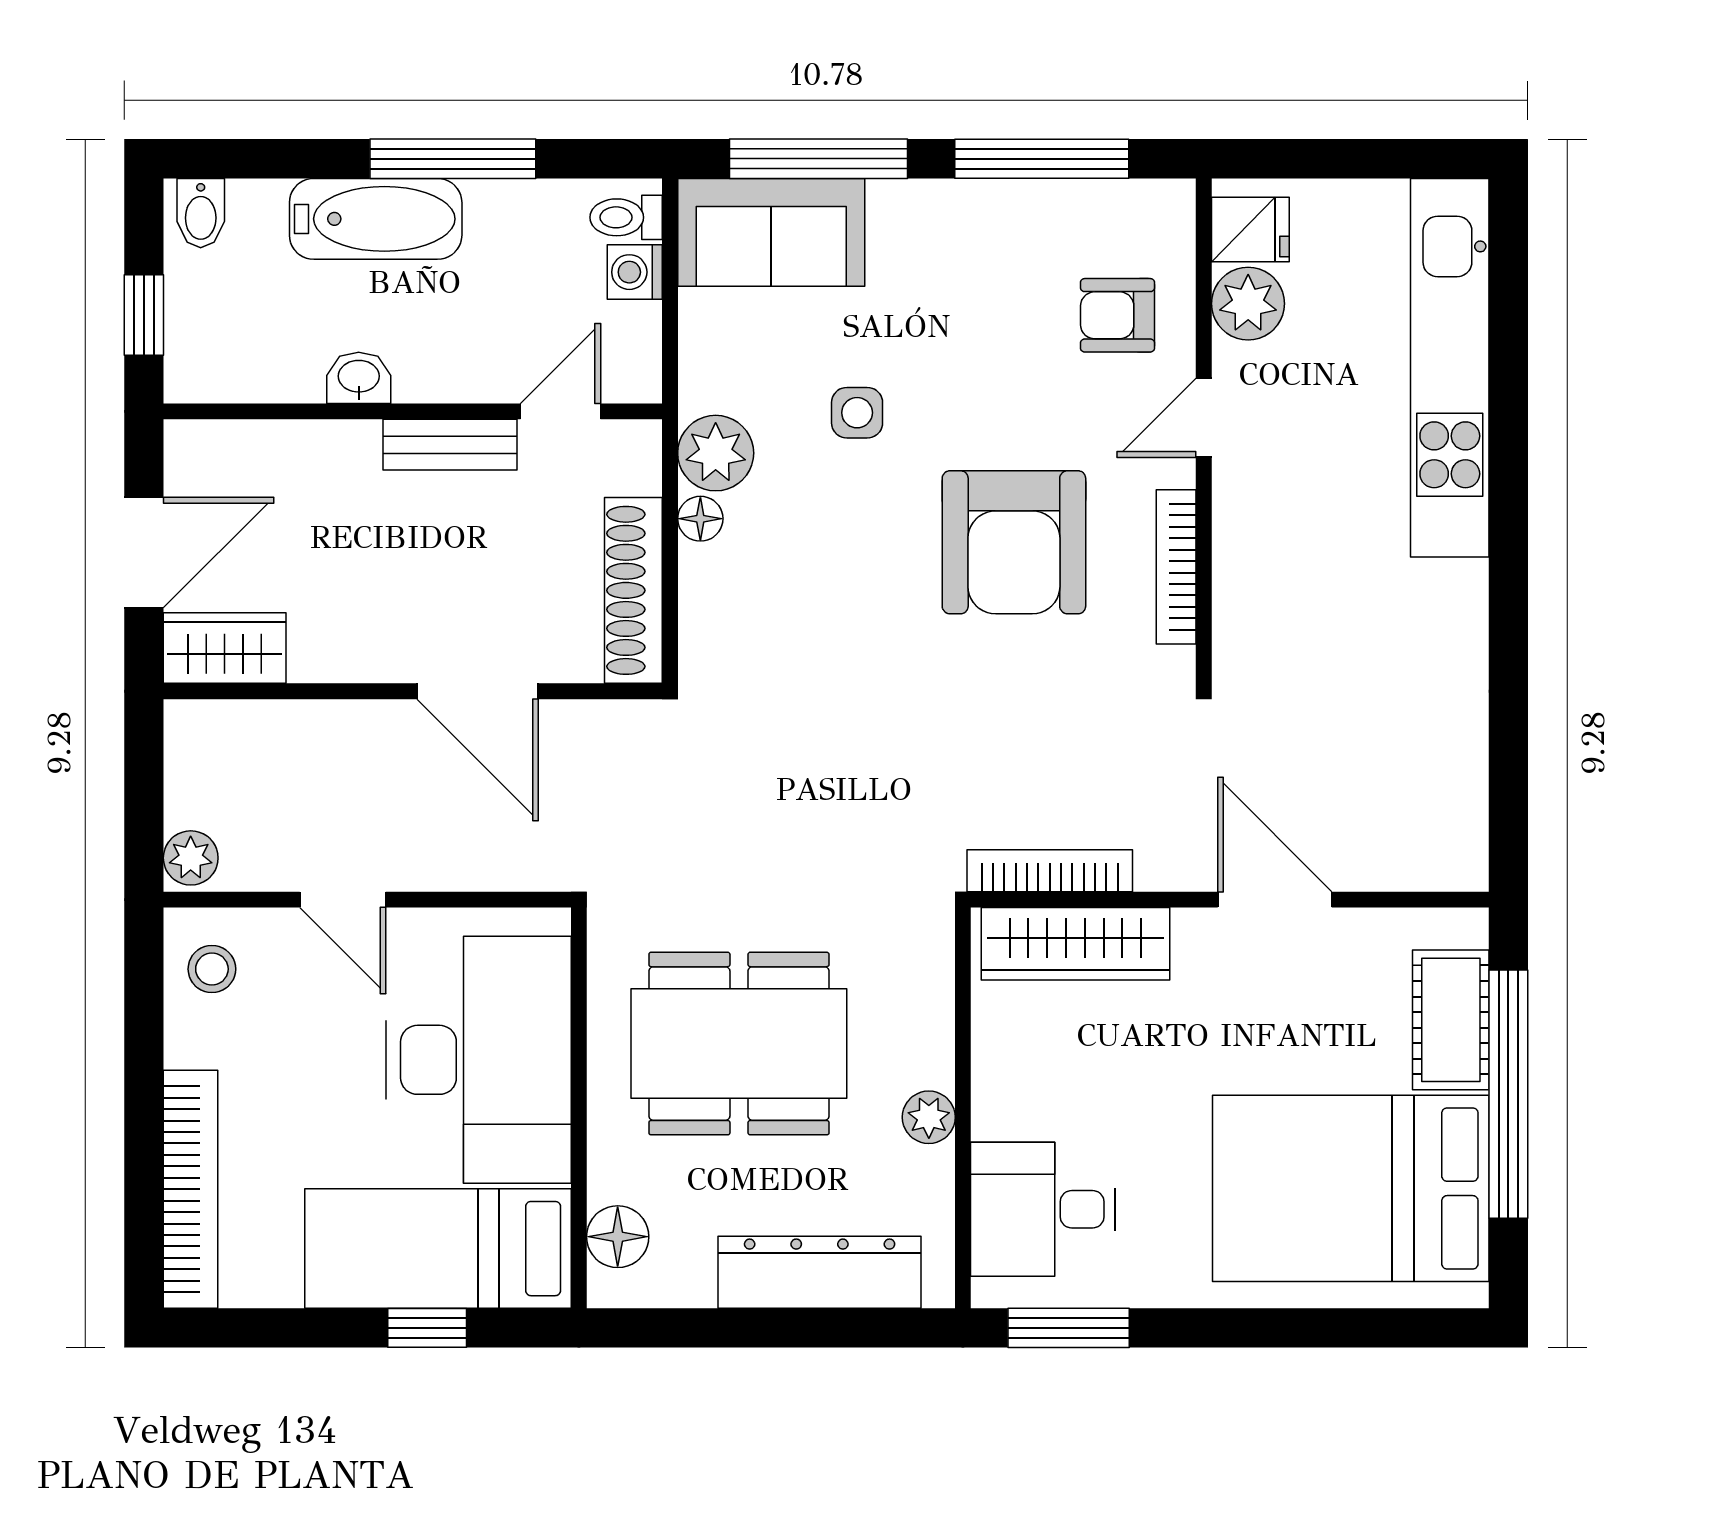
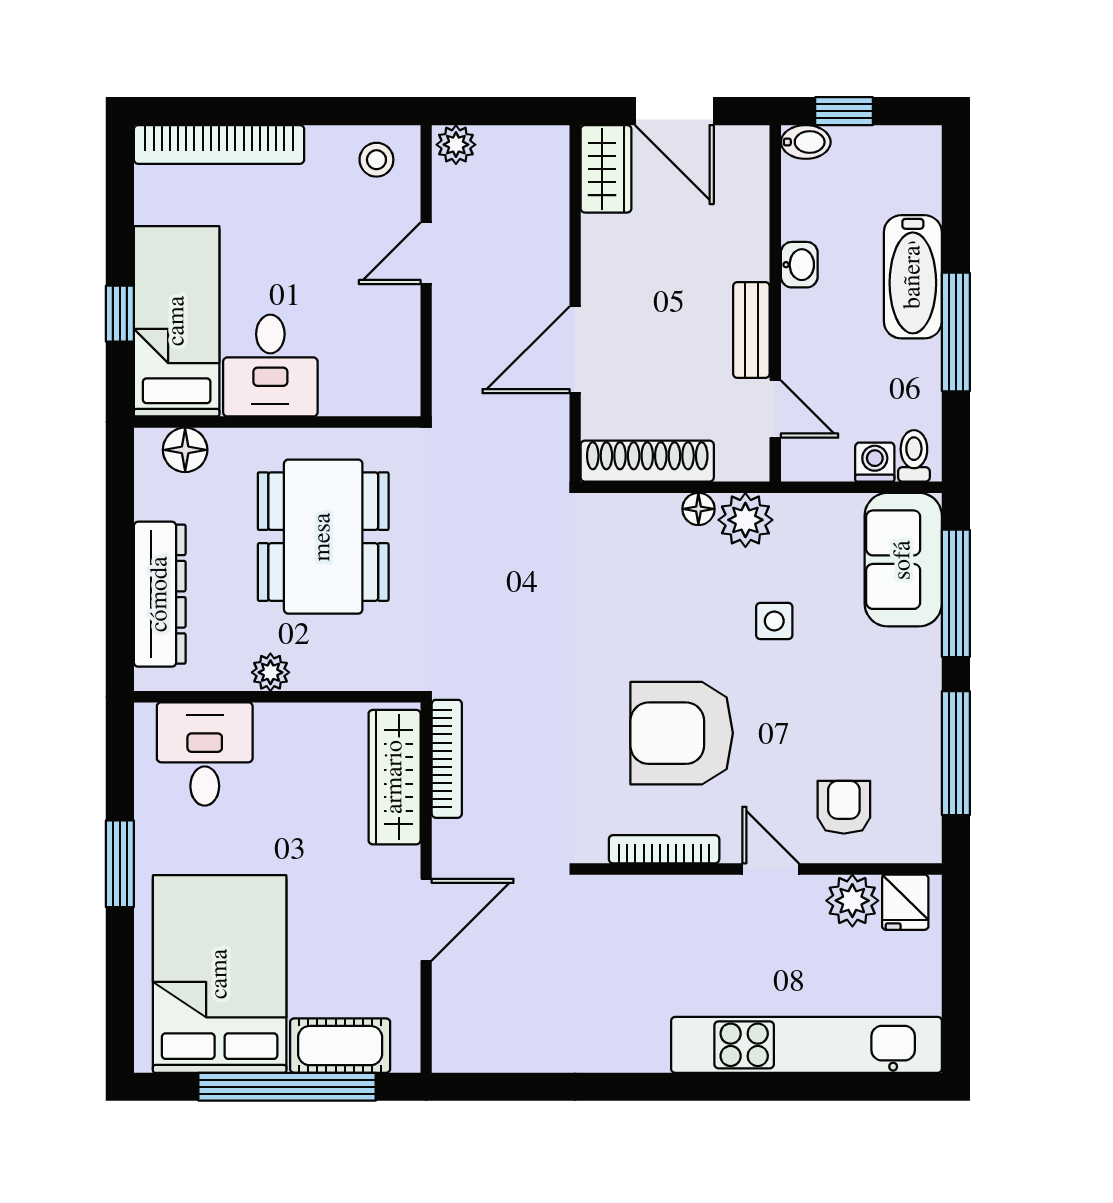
bidet: (201, 213) -> (806, 142), moved, turned 180
desk: (478, 1060) -> (270, 366), width x0.53, depth x0.77
window: (1069, 1328) -> (120, 864), moved

